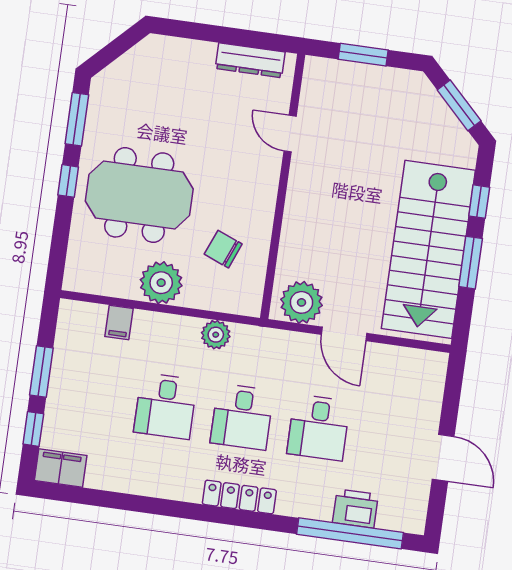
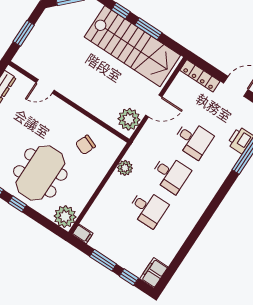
plant: (161, 283) -> (65, 217), moved
filing cabinet: (119, 323) -> (83, 234), moved
locker: (239, 497) -> (200, 76), moved, turned -90

